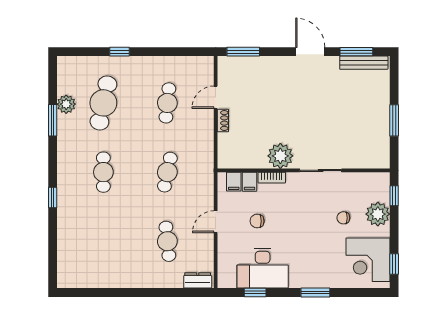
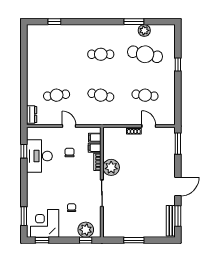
window: (53, 197) -> (54, 22), moved
plant: (378, 214) -> (86, 230), moved
window: (315, 293) -> (24, 216), moved

